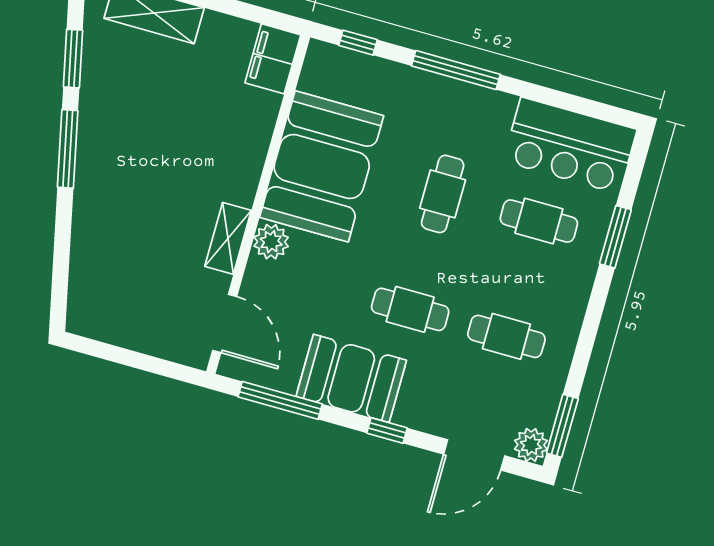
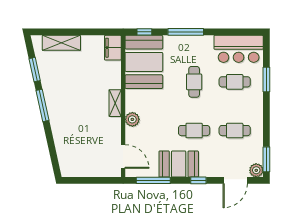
booth: (322, 166) -> (144, 62), moved
shelving: (228, 238) -> (115, 103), moved

